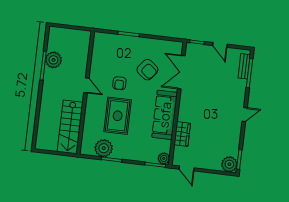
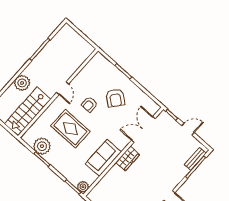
door: (220, 45) -> (188, 129), swing flipped
plant: (53, 60) -> (22, 83), moved
armchair: (147, 70) -> (115, 98), moved
sofa: (165, 115) -> (103, 158), width x0.73
rug: (118, 116) -> (70, 129), turned 90
wardrobe: (182, 134) -> (128, 159), moved

